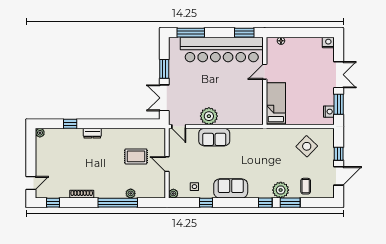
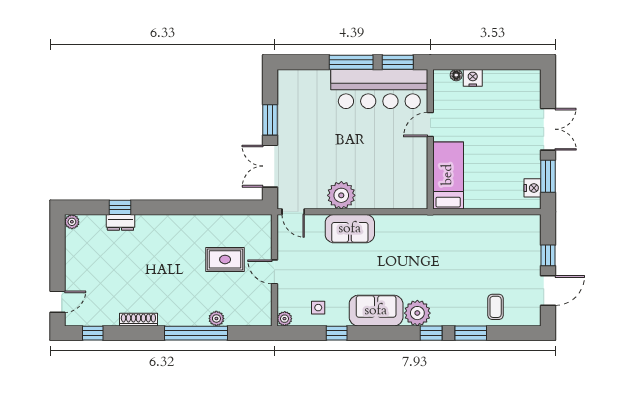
window: (191, 33) -> (351, 62), moved
nightstand: (328, 42) -> (473, 78), moved
bar counter: (222, 49) -> (379, 89), width x0.73
dresser: (92, 133) -> (120, 222), moved
side table: (307, 146) -> (497, 243), removed
plant: (281, 190) -> (417, 313), moved

